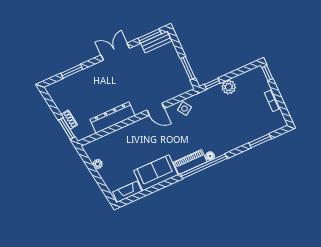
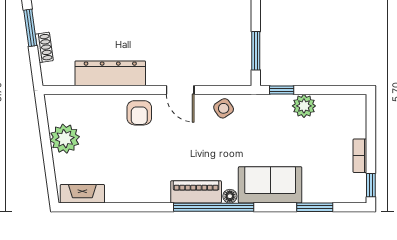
window: (267, 73) -> (371, 185), moved
window: (67, 129) -> (30, 28), moved
armchair: (139, 132) -> (139, 113), added
plant: (98, 164) -> (65, 139), width x1.87, depth x1.87
sofa: (156, 173) -> (270, 185), moved

